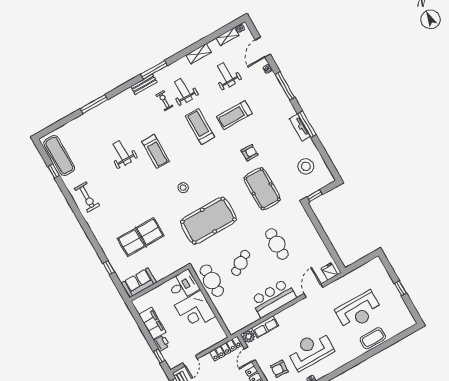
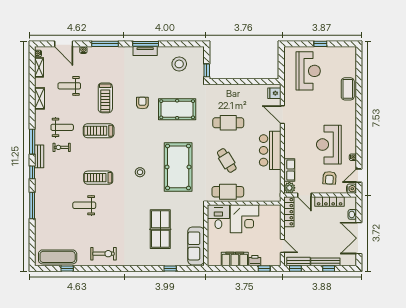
window: (125, 86) -> (32, 172), added
weight bench: (184, 90) -> (62, 127), turned 180
treadmill: (156, 151) -> (98, 178), turned 180
sofa: (139, 283) -> (196, 246), width x1.36
reception desk: (359, 311) -> (308, 71), moved

